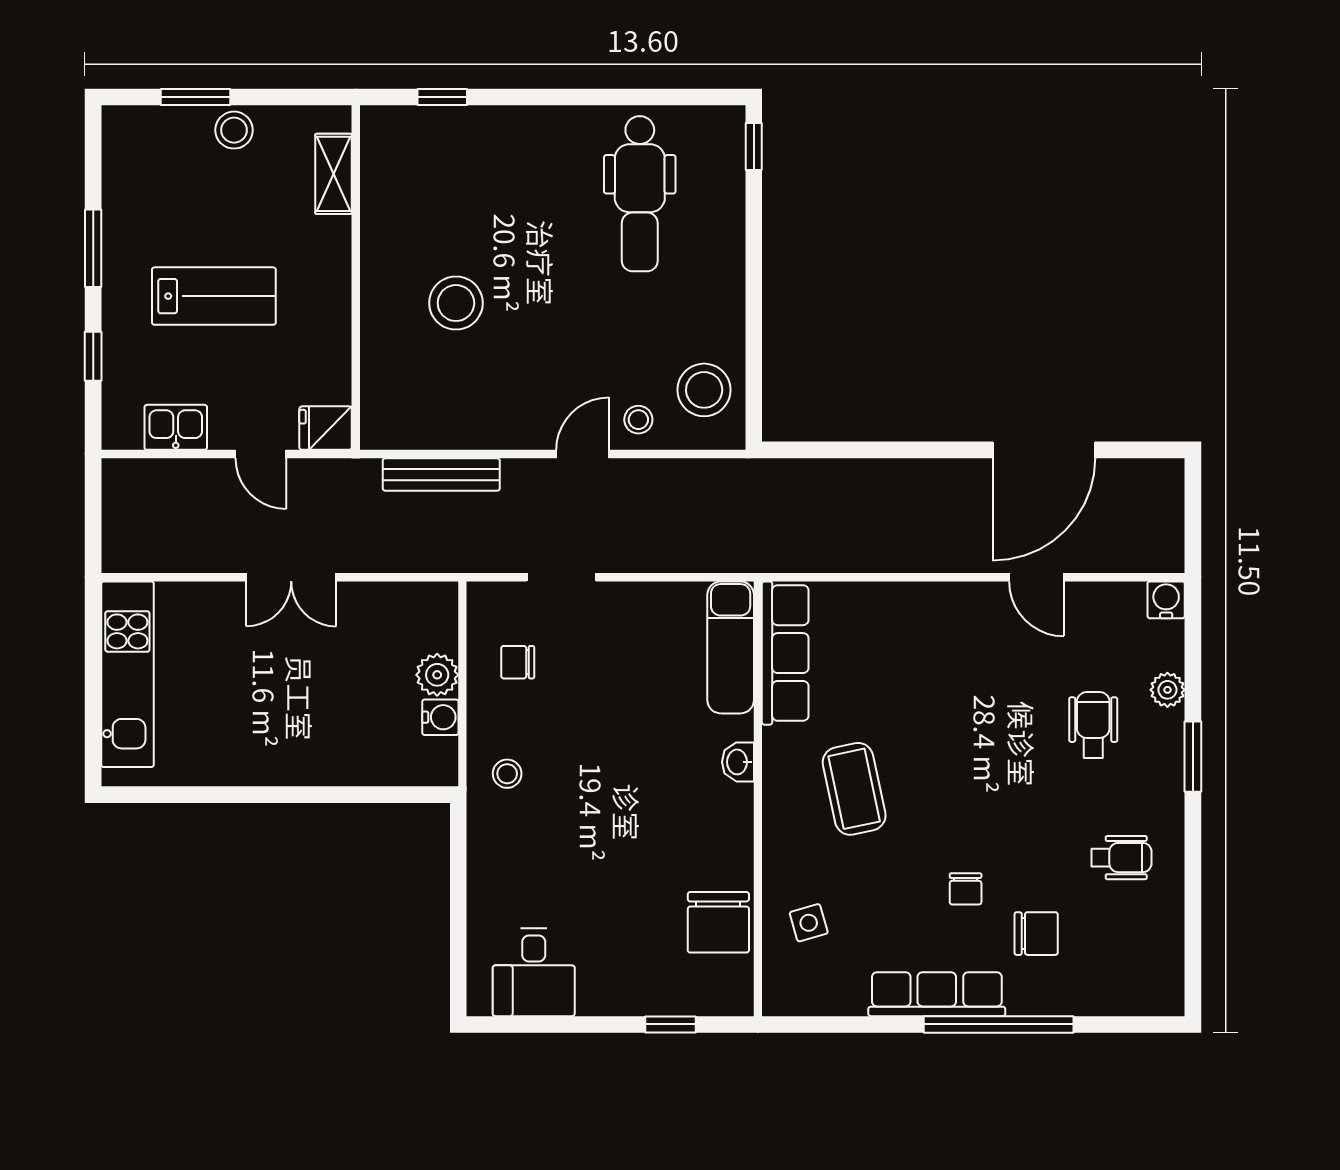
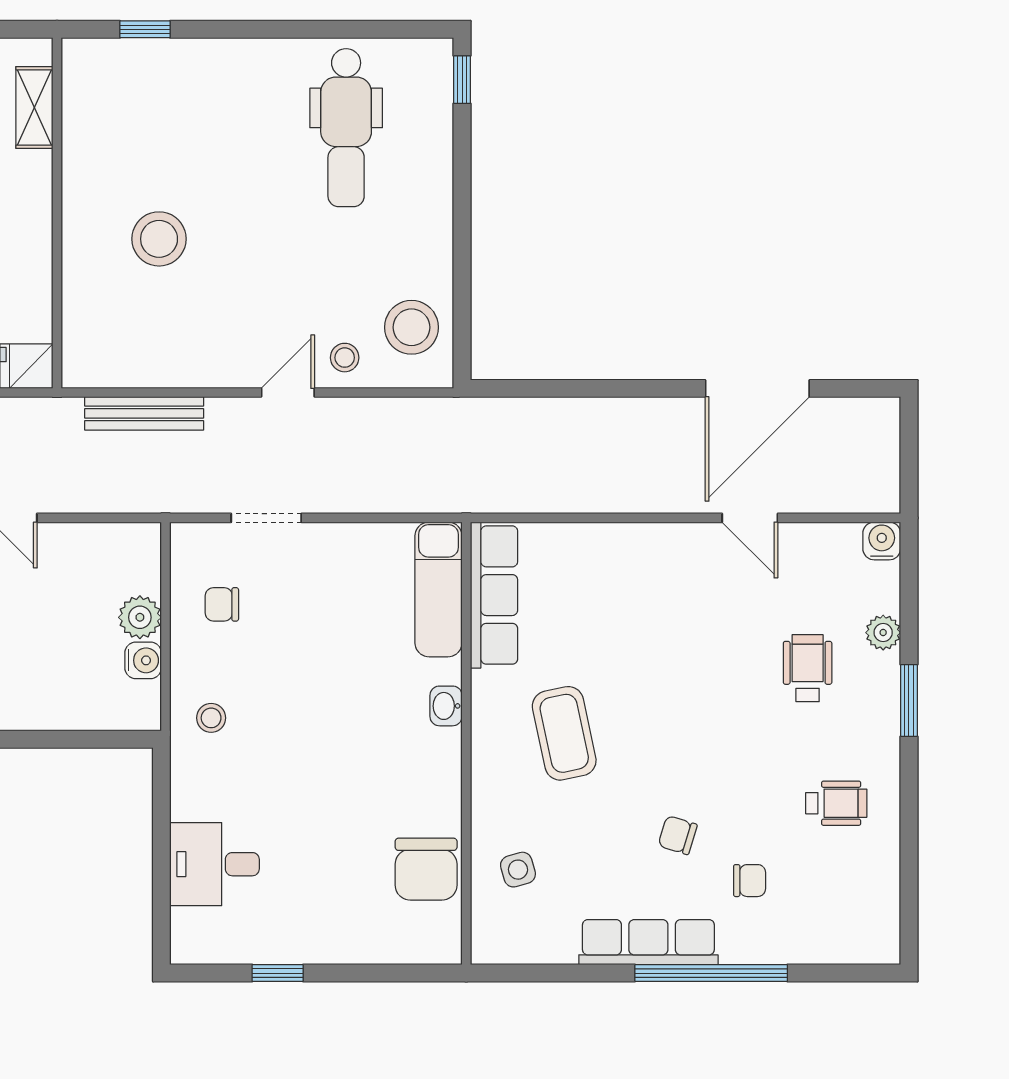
chair: (966, 889) -> (678, 835), turned 107
chair: (1036, 934) -> (750, 881), width x0.73, depth x0.73
desk: (534, 972) -> (215, 864), moved, turned 90
window: (671, 1024) -> (278, 973), moved

